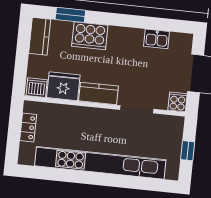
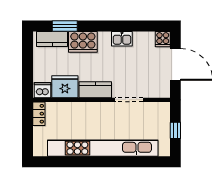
kitchen counter: (40, 36) -> (52, 39), moved, turned 90
kitchen sink: (157, 39) -> (122, 39), moved
cooker: (178, 102) -> (163, 39), moved, turned 180
locker: (28, 127) -> (39, 114), moved

